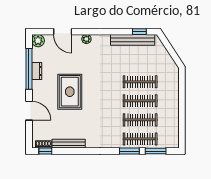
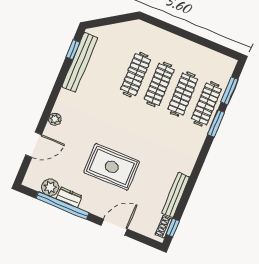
plant: (38, 41) -> (50, 187), moved

